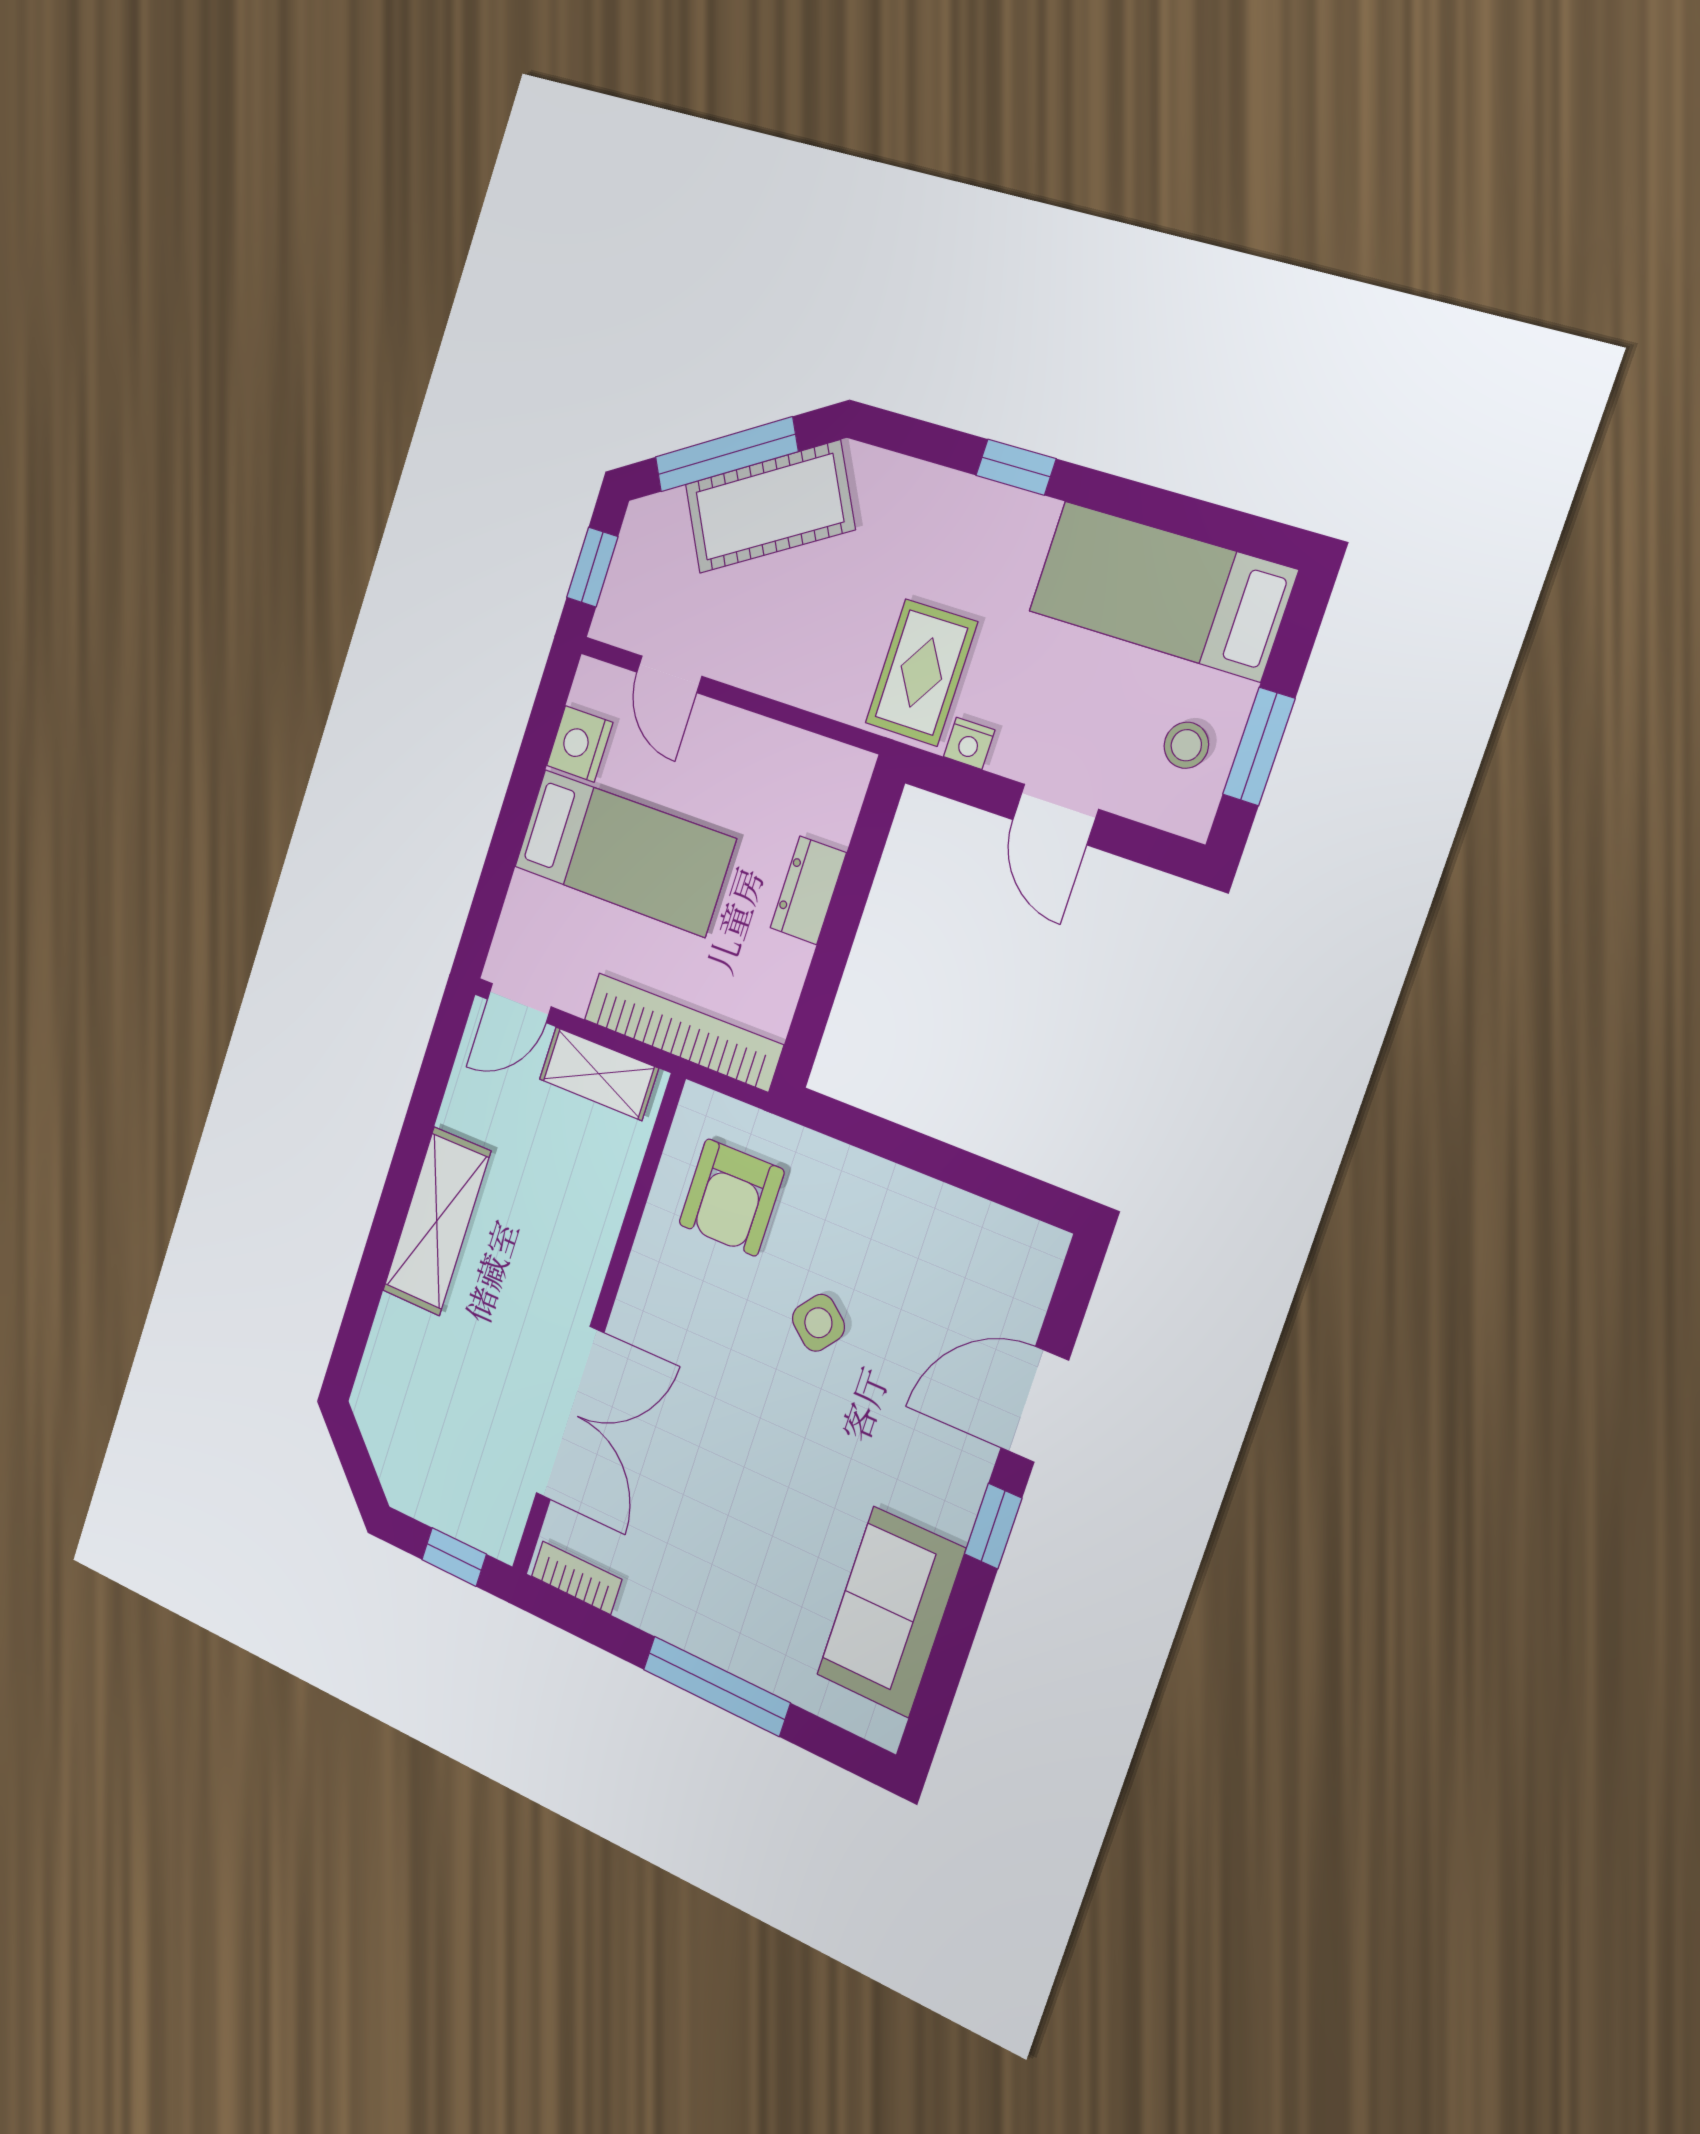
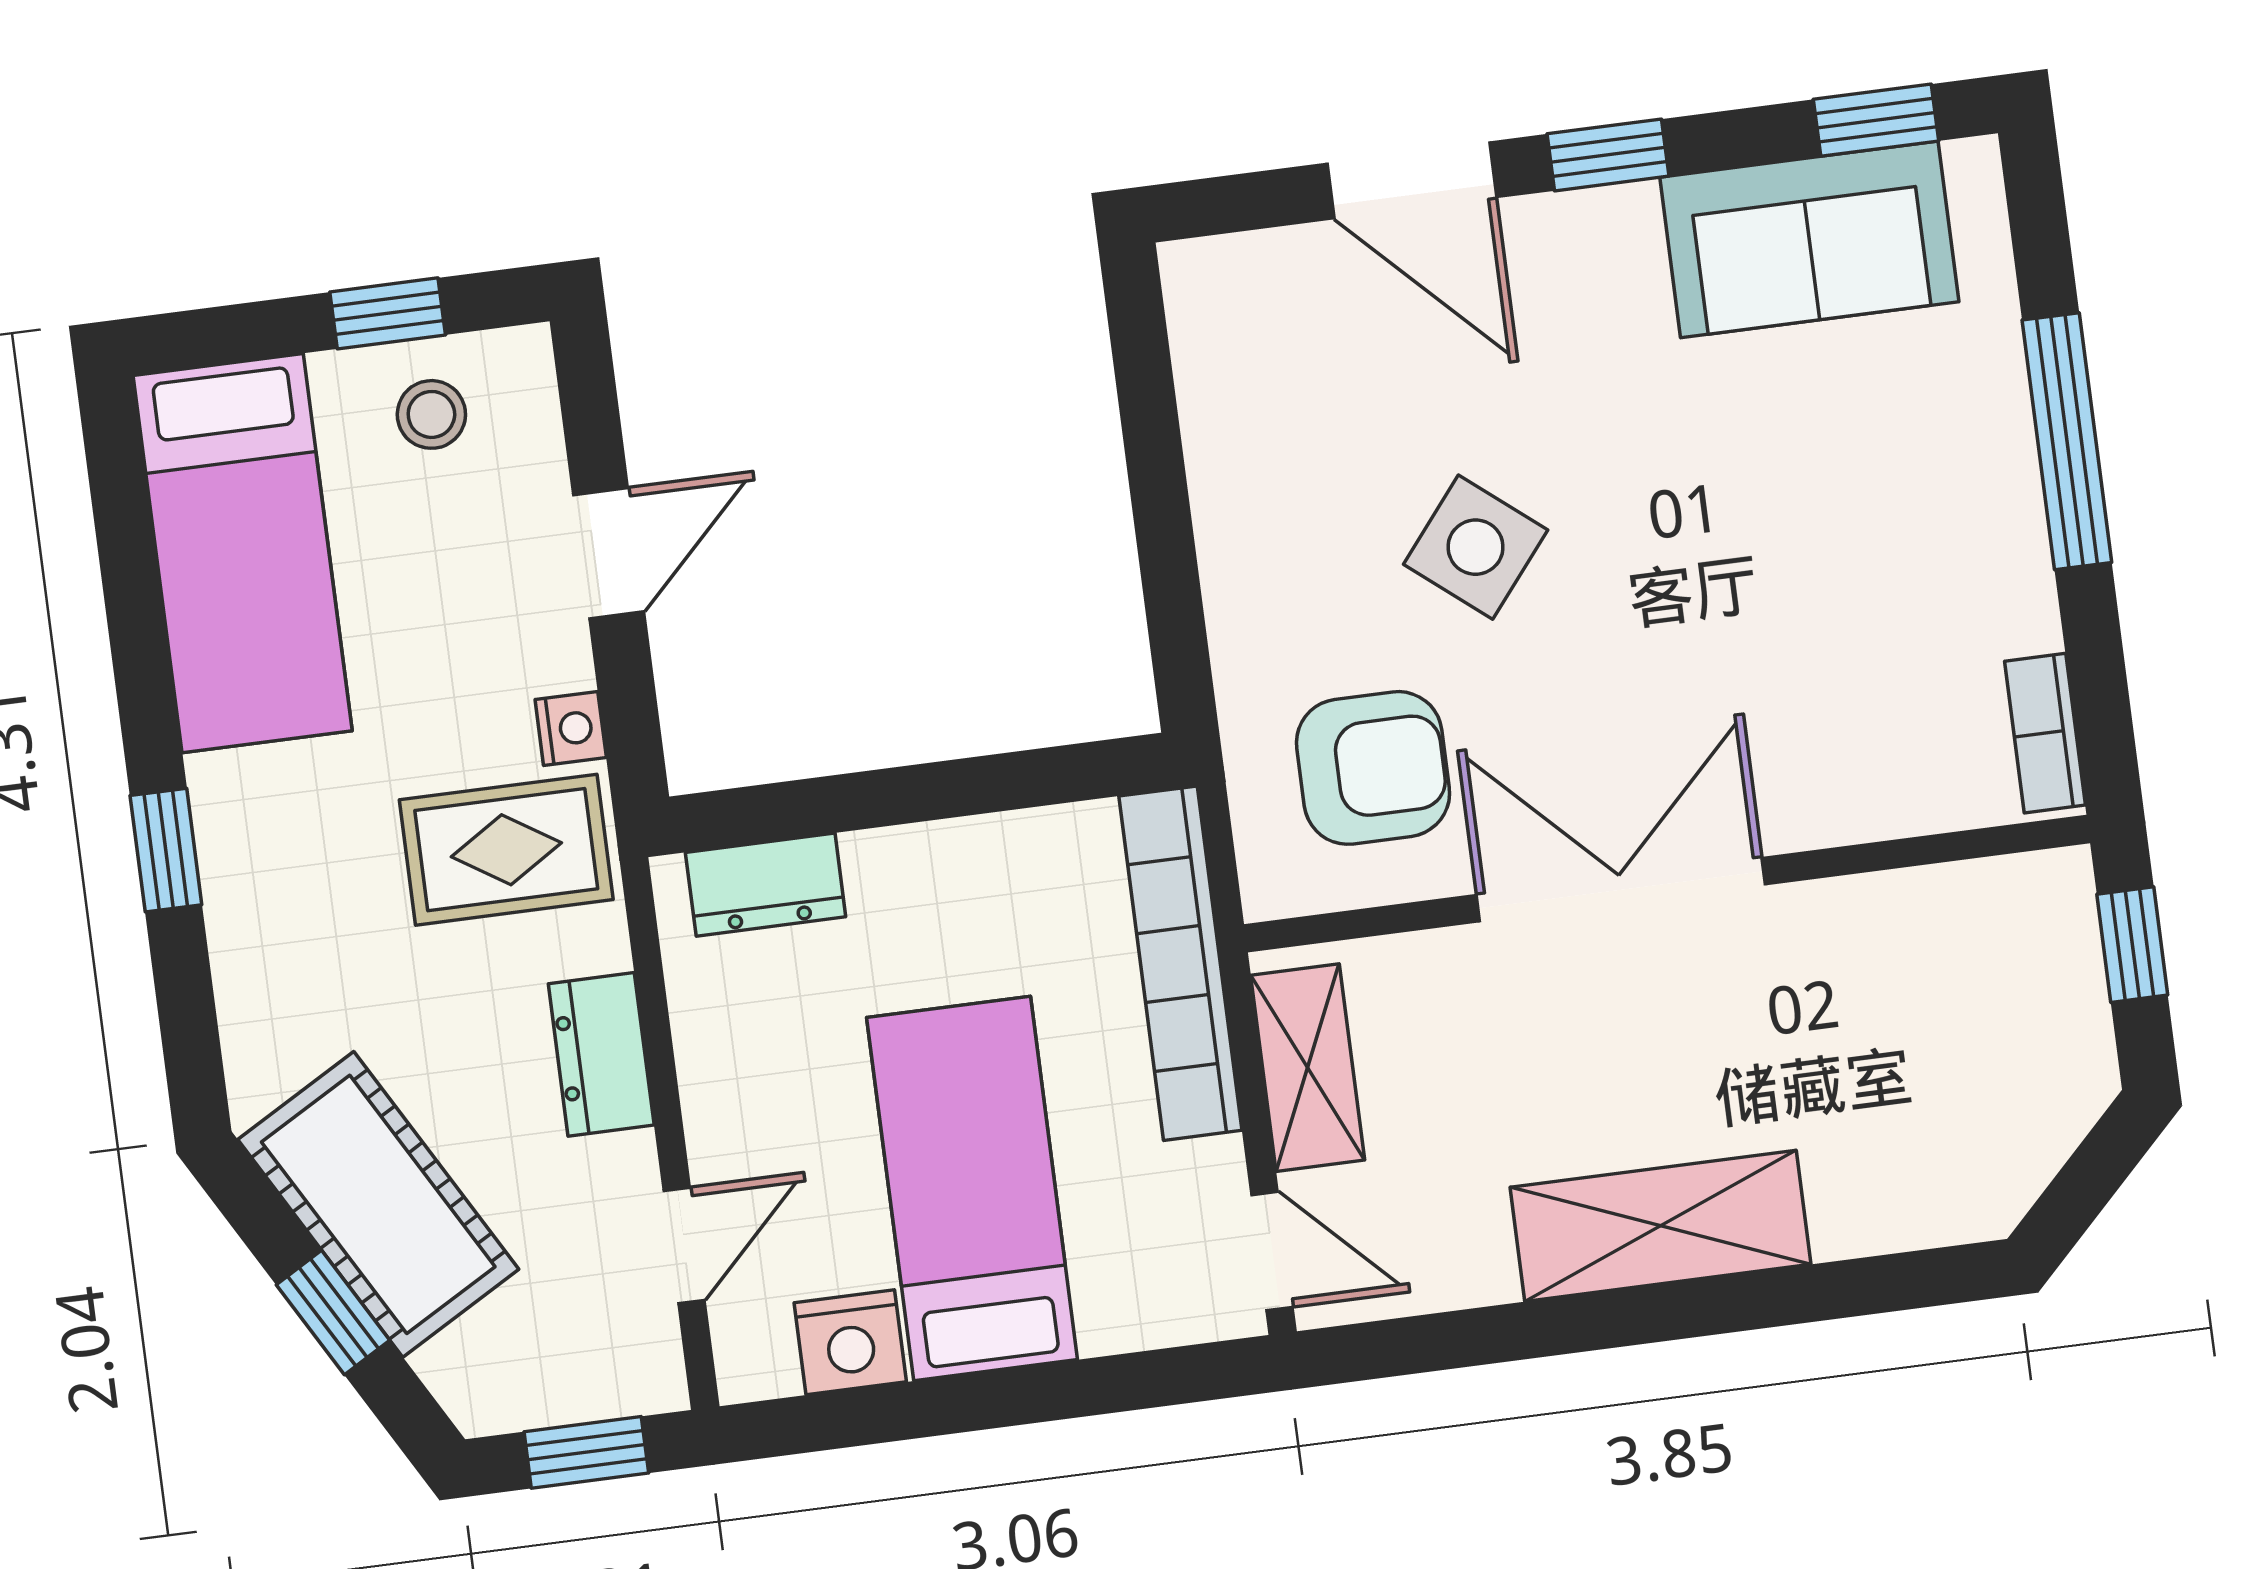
window: (726, 454) -> (333, 1312), width x0.46
dresser: (788, 675) -> (601, 1054), added
window: (1259, 746) -> (388, 313), width x0.67
dresser: (808, 890) -> (766, 885), moved
side table: (818, 1323) -> (1476, 547), width x1.37, depth x1.37
double door: (570, 1413) -> (1621, 890), moved
window: (937, 1691) -> (1876, 120), added

